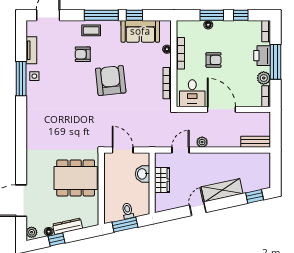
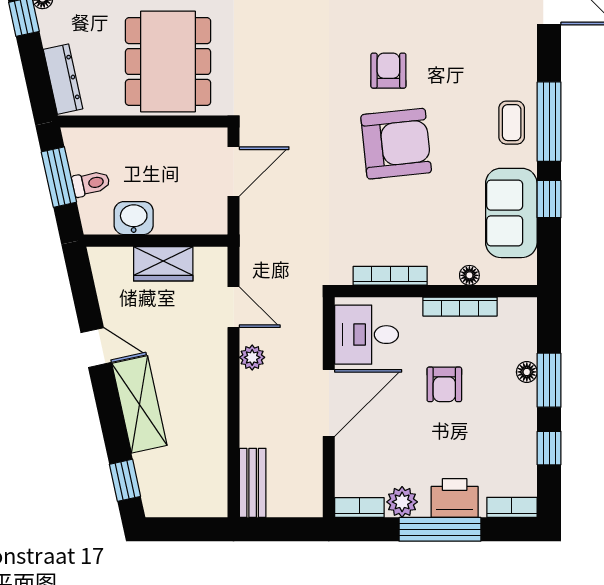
coffee table: (91, 30) -> (512, 123), moved
armchair: (83, 54) -> (388, 71), moved
washbasin: (142, 174) -> (134, 218), moved
dresser: (68, 226) -> (63, 79), moved

